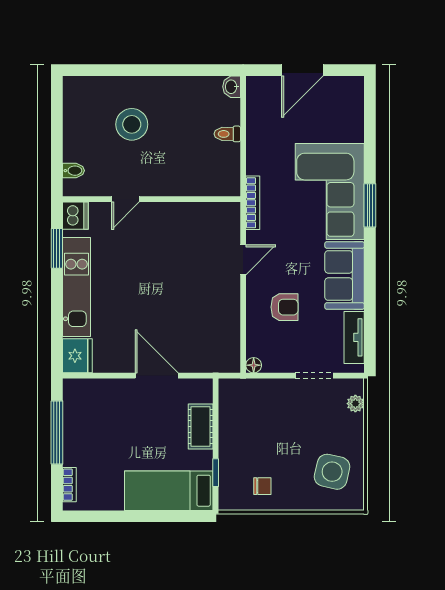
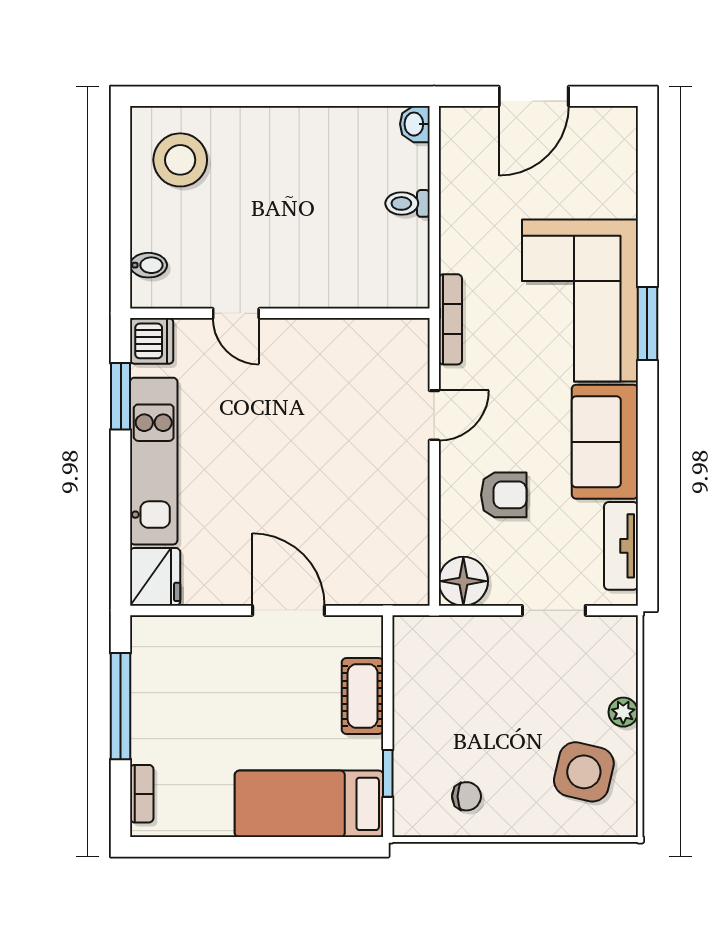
stool: (132, 124) -> (180, 160), moved
door: (125, 199) -> (236, 313), hinge flipped
floor lamp: (254, 365) -> (463, 581), width x1.89, depth x1.89
plant: (355, 404) -> (623, 712), moved

